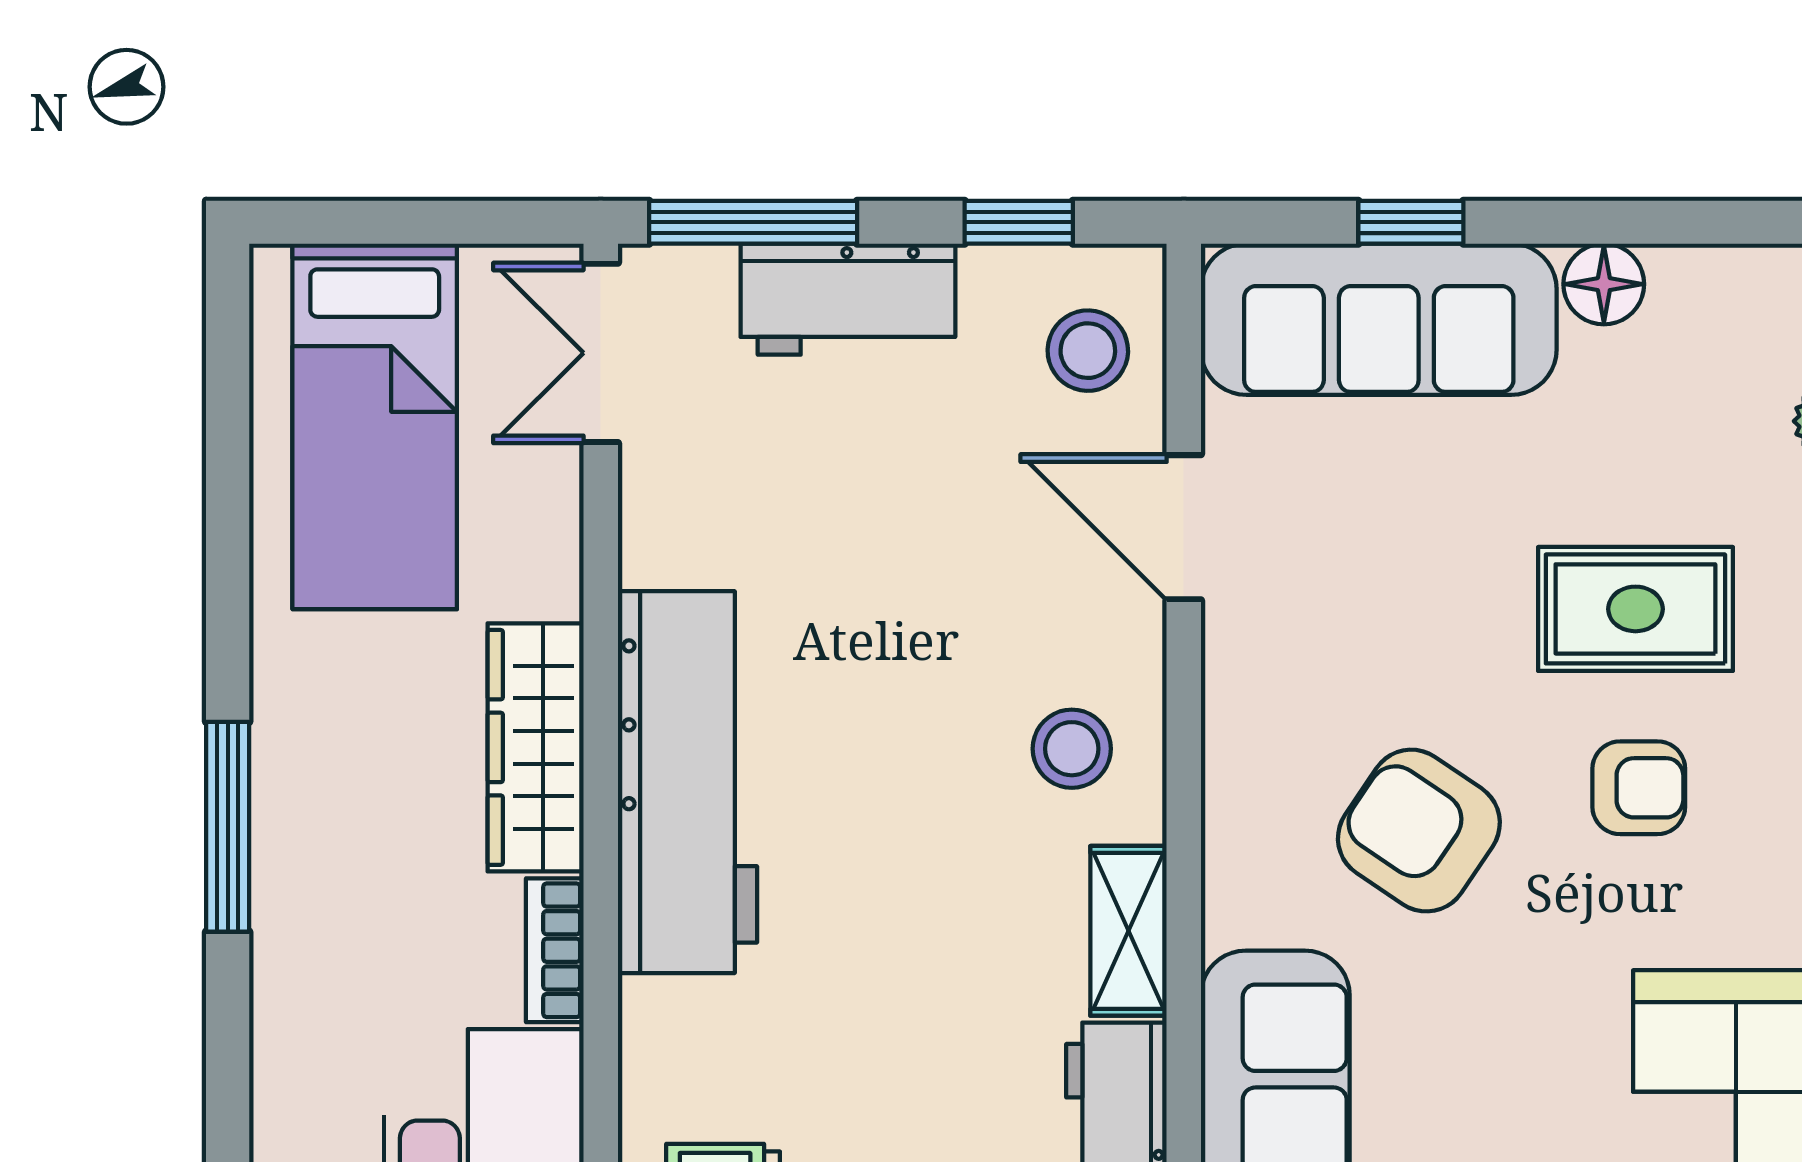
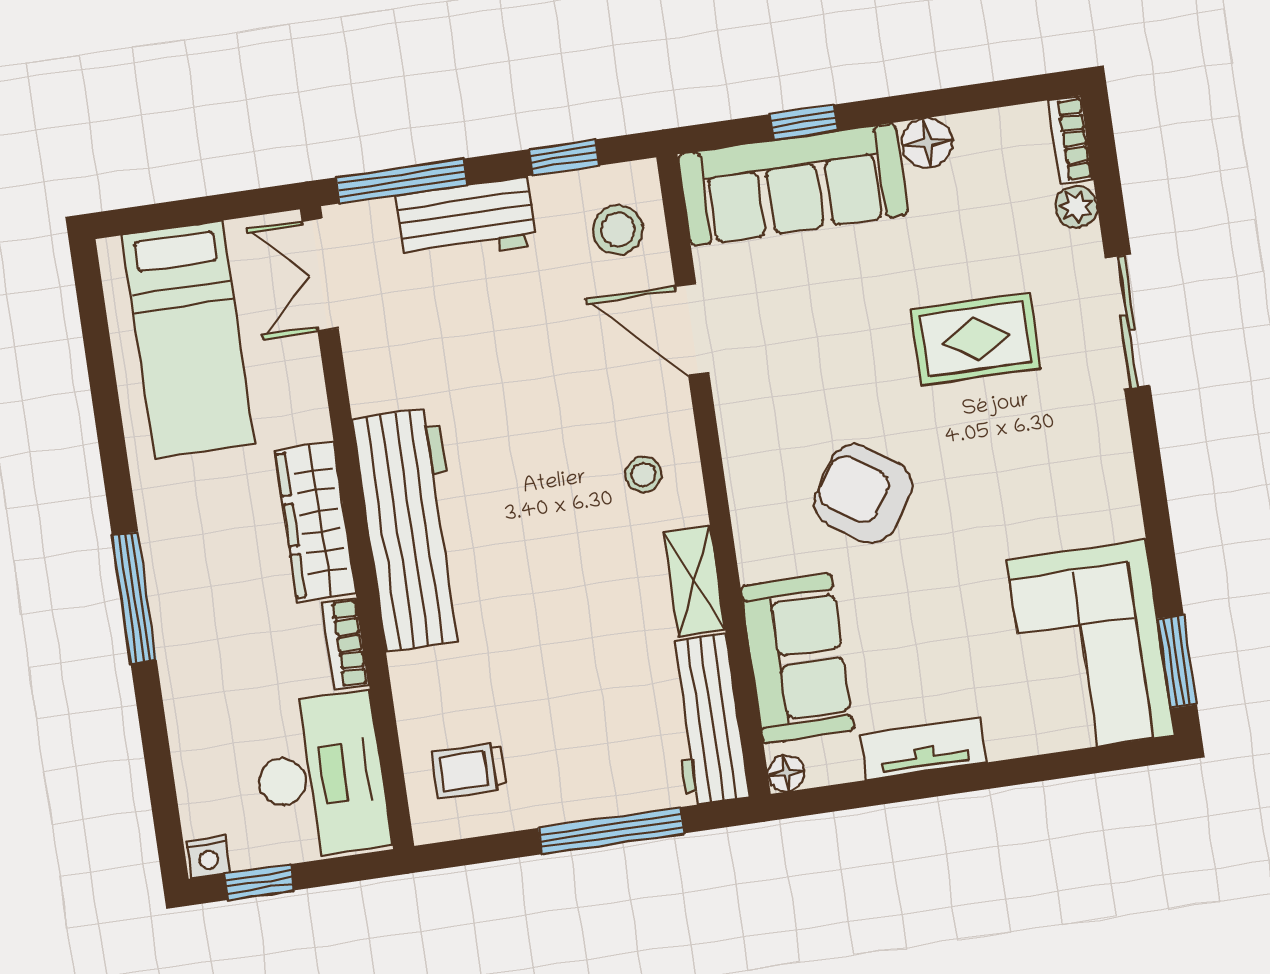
stool: (1072, 749) -> (643, 475), width x0.73, depth x0.73
armchair: (1639, 788) -> (994, 448), removed

